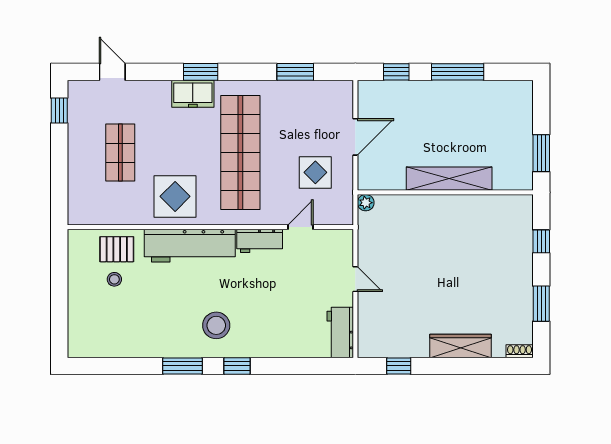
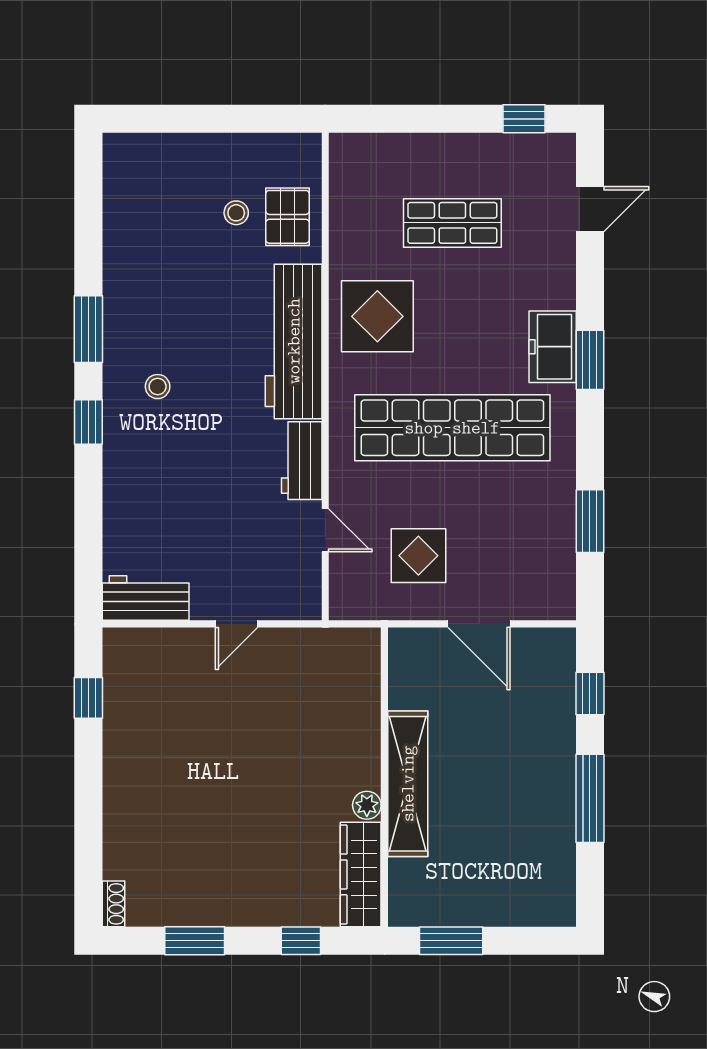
plant: (366, 203) -> (367, 805), moved
stool: (216, 325) -> (158, 387), width x0.53, depth x0.53
wardrobe: (461, 346) -> (361, 874), moved, turned 180

